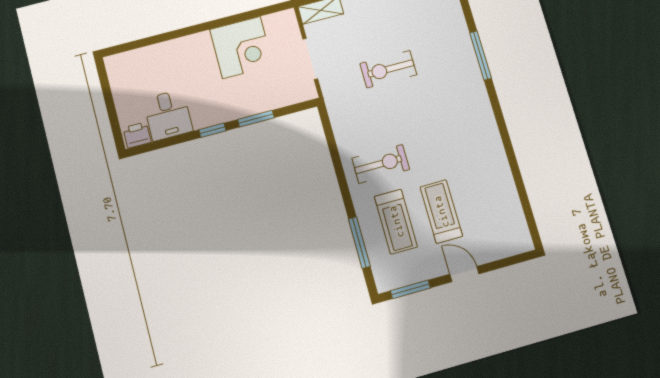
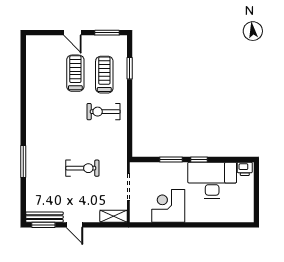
desk: (168, 115) -> (212, 180), width x1.87, depth x1.30
treadmill: (441, 212) -> (75, 73), turned 180
window: (359, 243) -> (130, 68), width x0.69

